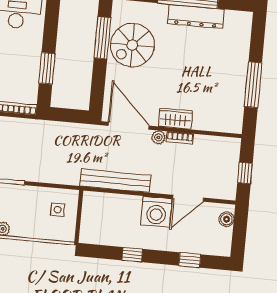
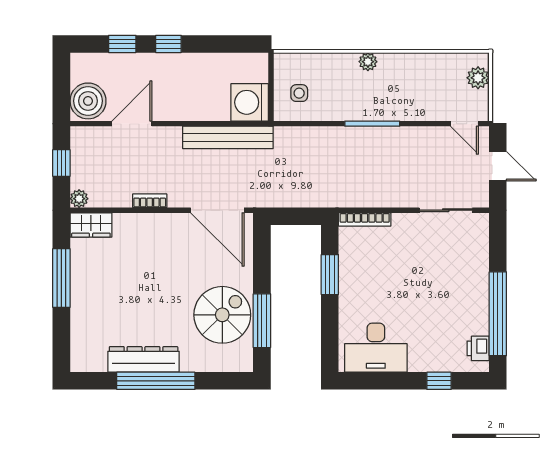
wardrobe: (176, 119) -> (91, 225), moved
plant: (158, 137) -> (79, 199), moved
washing machine: (156, 212) -> (250, 102), moved, turned -90
boiler: (226, 219) -> (88, 101), width x1.86, depth x1.86
window: (132, 255) -> (168, 44), moved

